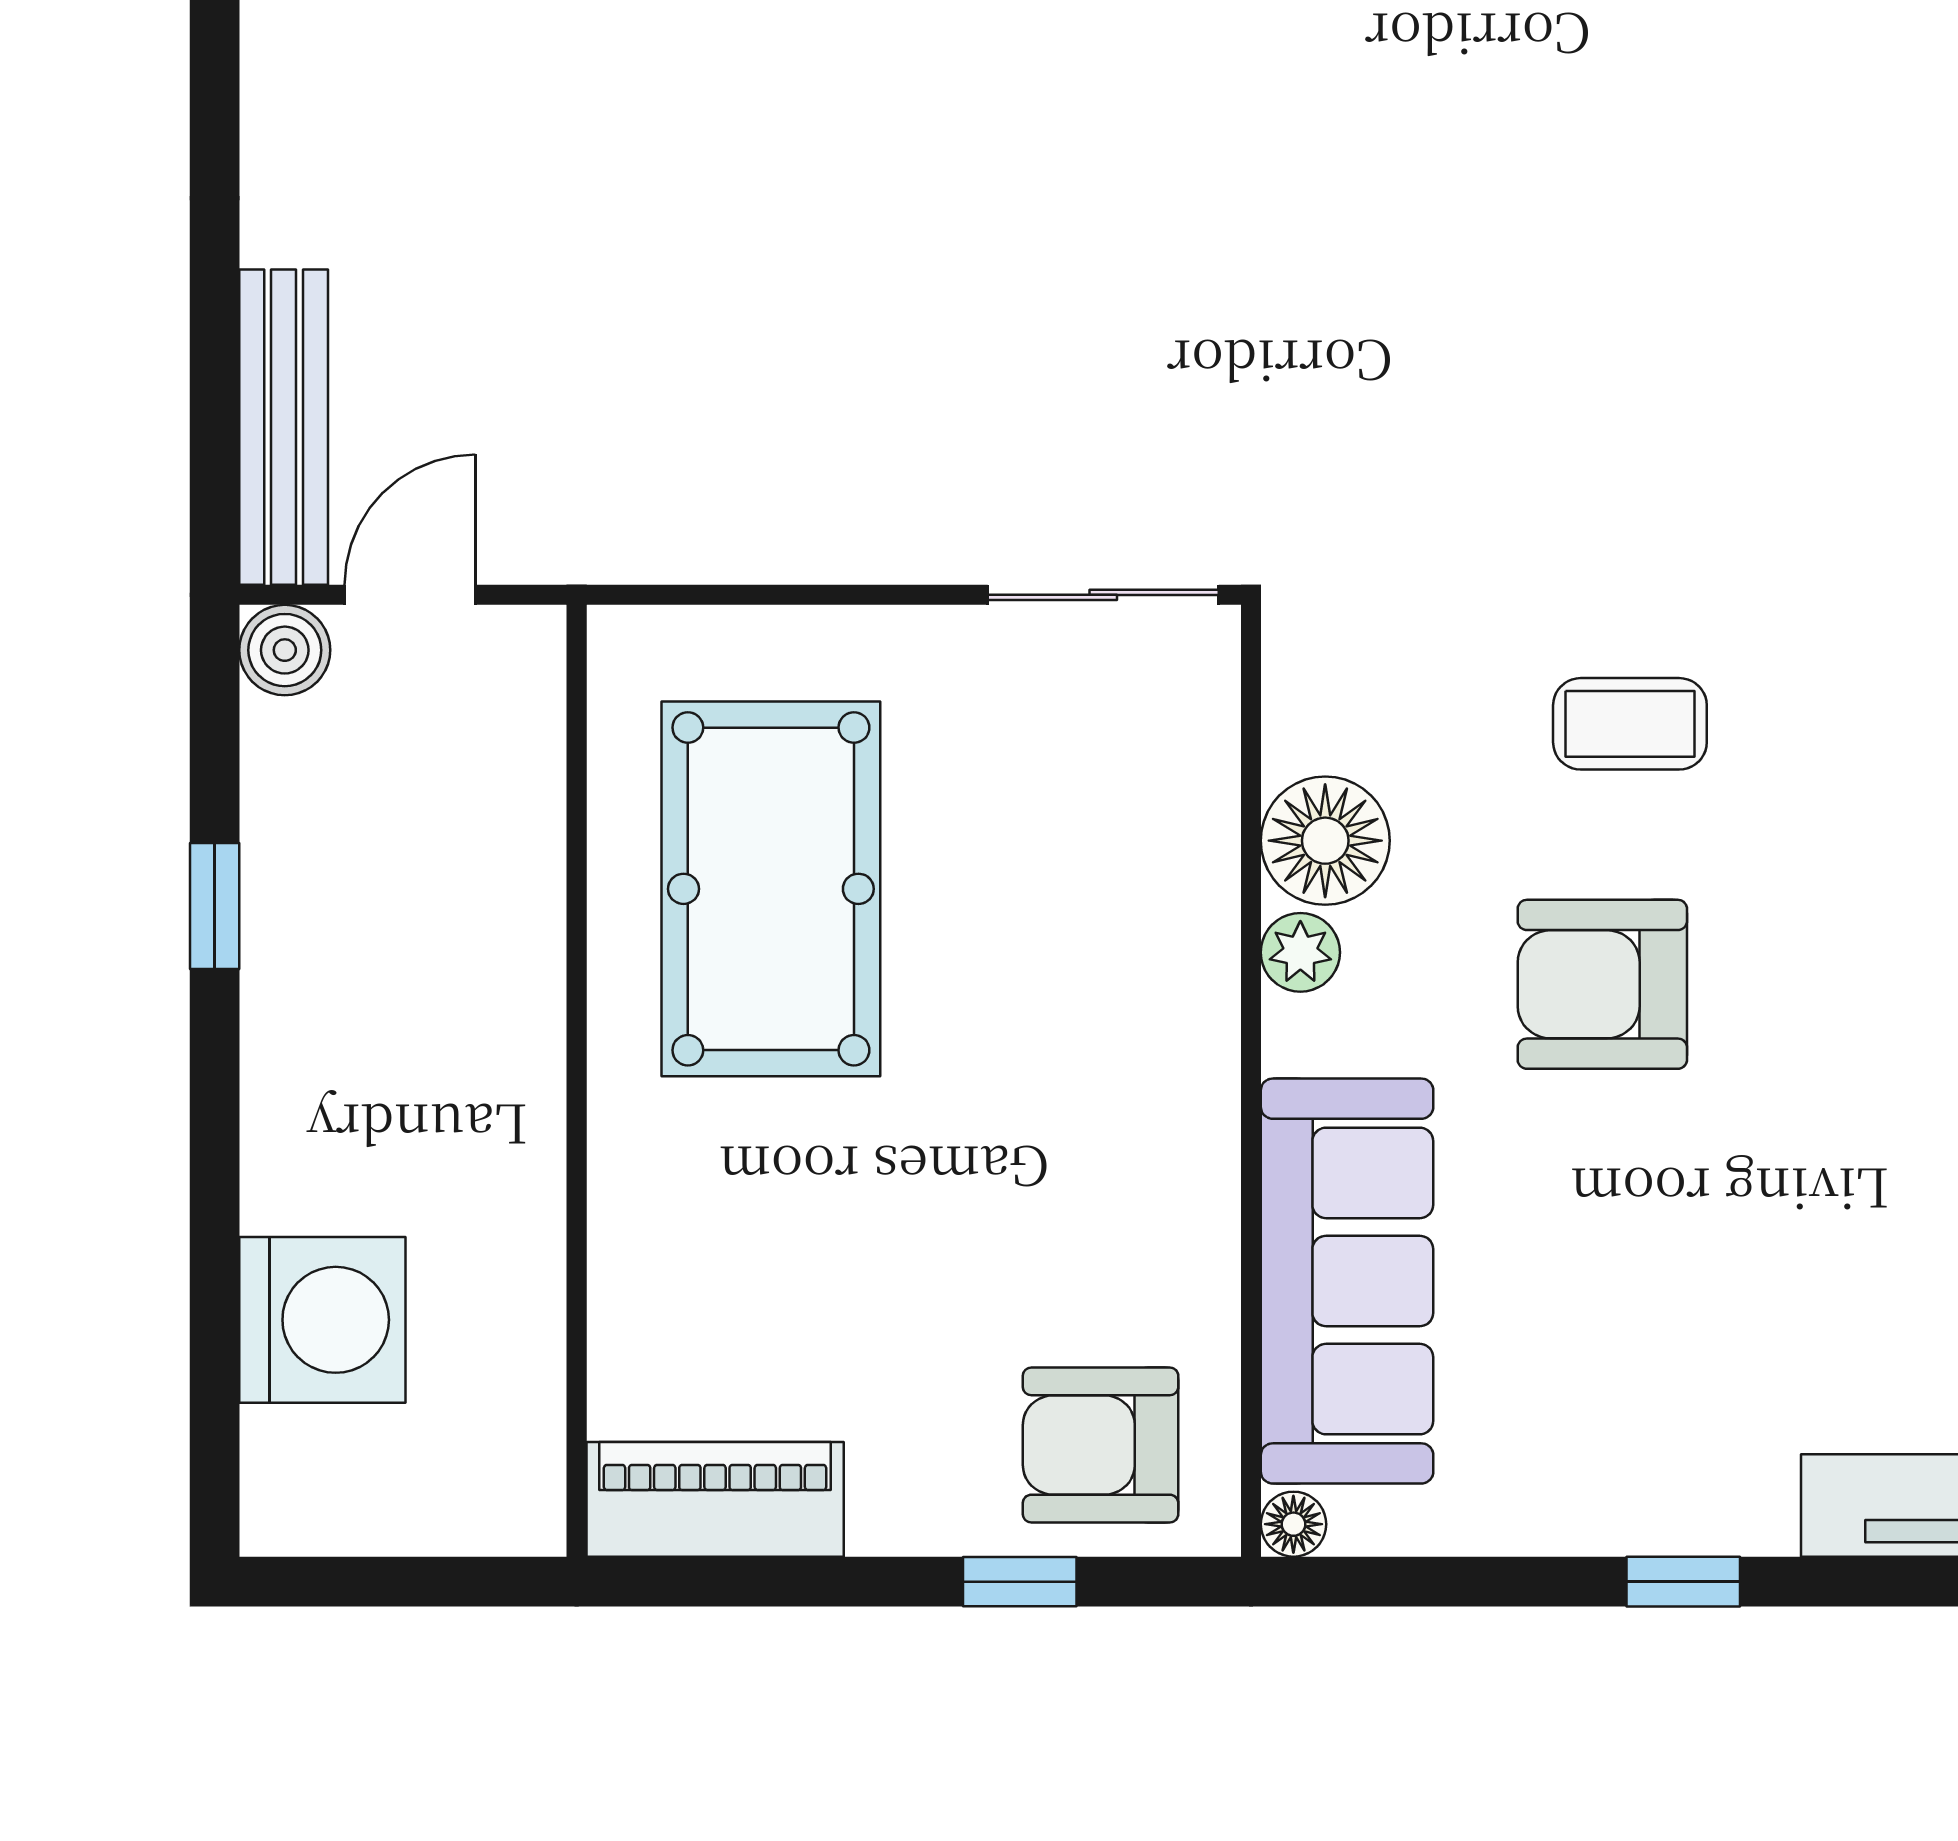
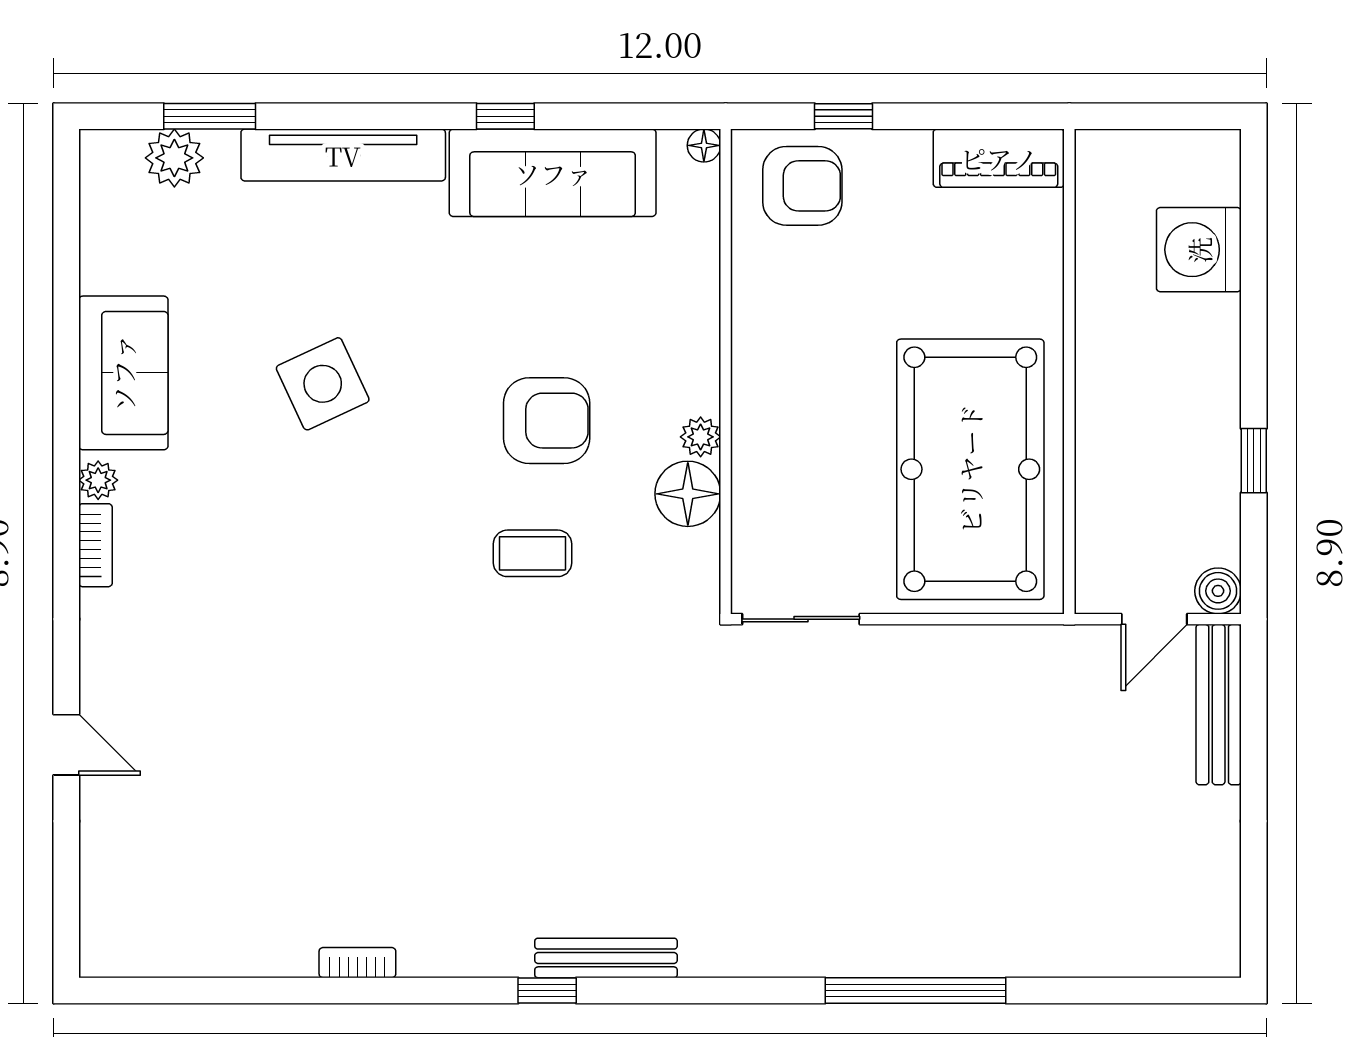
pool table: (771, 889) -> (970, 469), width x1.36, depth x1.32
sofa: (1347, 1281) -> (553, 173), moved, turned -90

